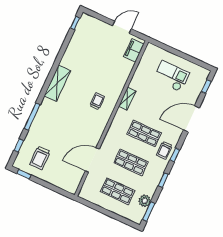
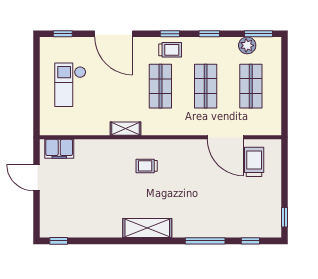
trolley: (40, 158) -> (254, 162), moved, turned -90

